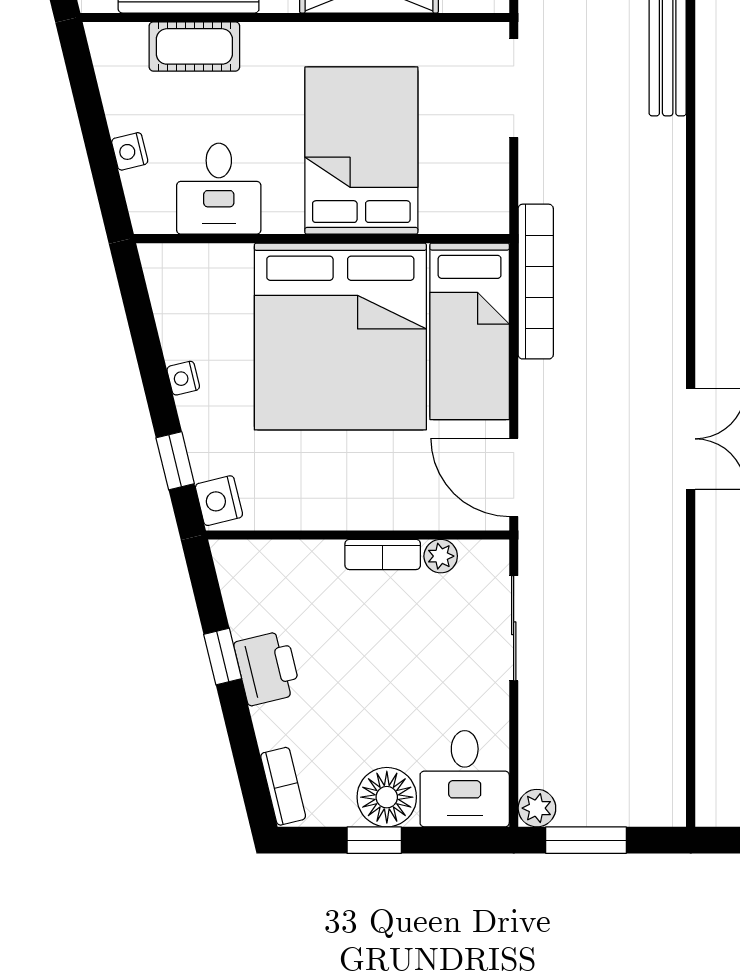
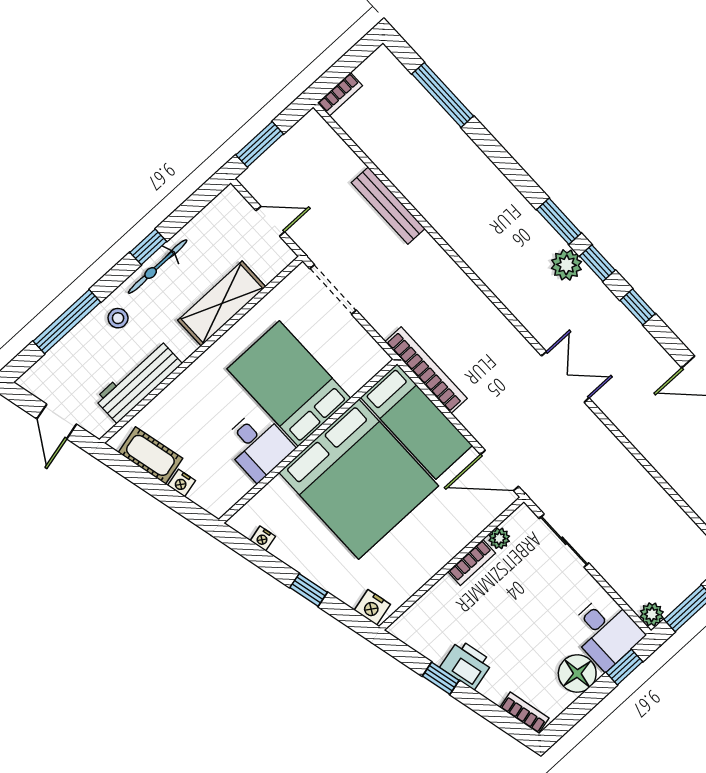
cot: (194, 46) -> (150, 455), moved, turned 76
desk: (219, 189) -> (258, 445), moved
nightstand: (183, 378) -> (263, 539), moved
window: (175, 461) -> (309, 590), moved
window: (374, 840) -> (624, 667), moved

